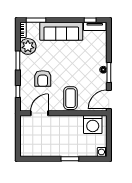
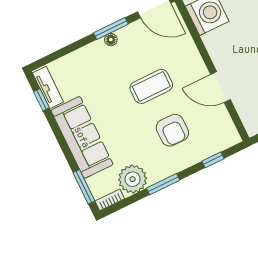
armchair: (43, 78) -> (172, 130), turned 90
coffee table: (70, 98) -> (151, 86), moved
door: (39, 113) -> (220, 87), moved

